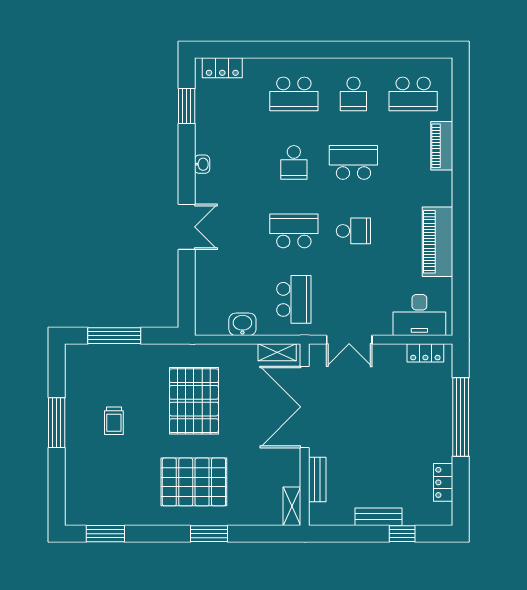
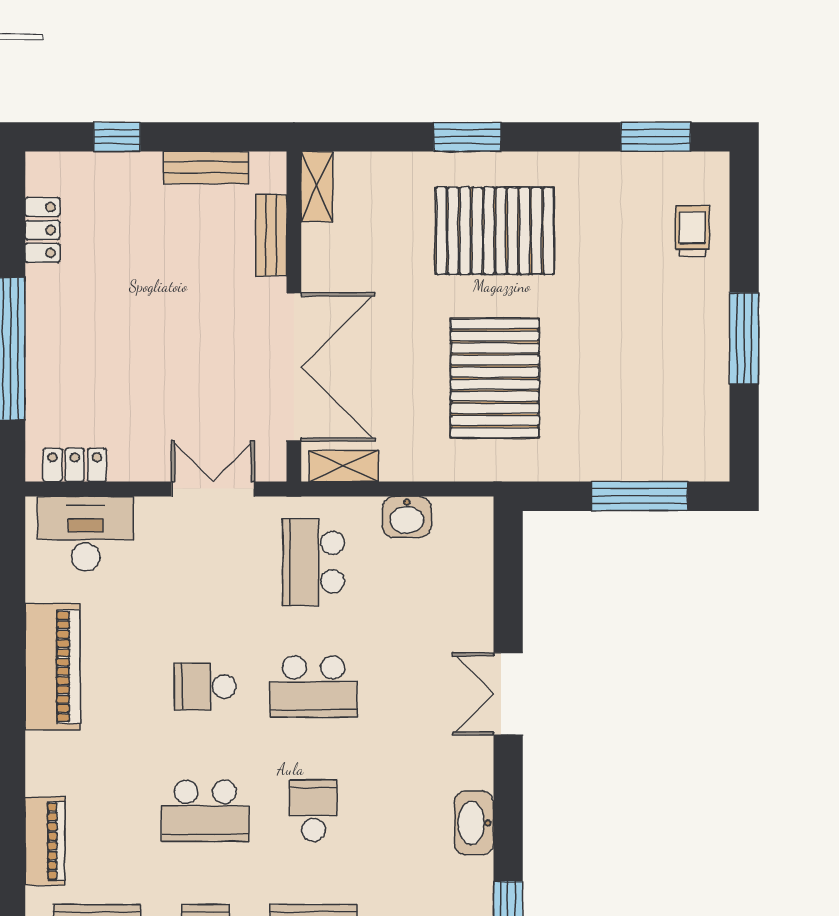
washbasin: (202, 164) -> (474, 823), width x1.91, depth x1.45
trolley: (114, 421) -> (692, 231), moved
bench: (378, 517) -> (206, 167), moved

